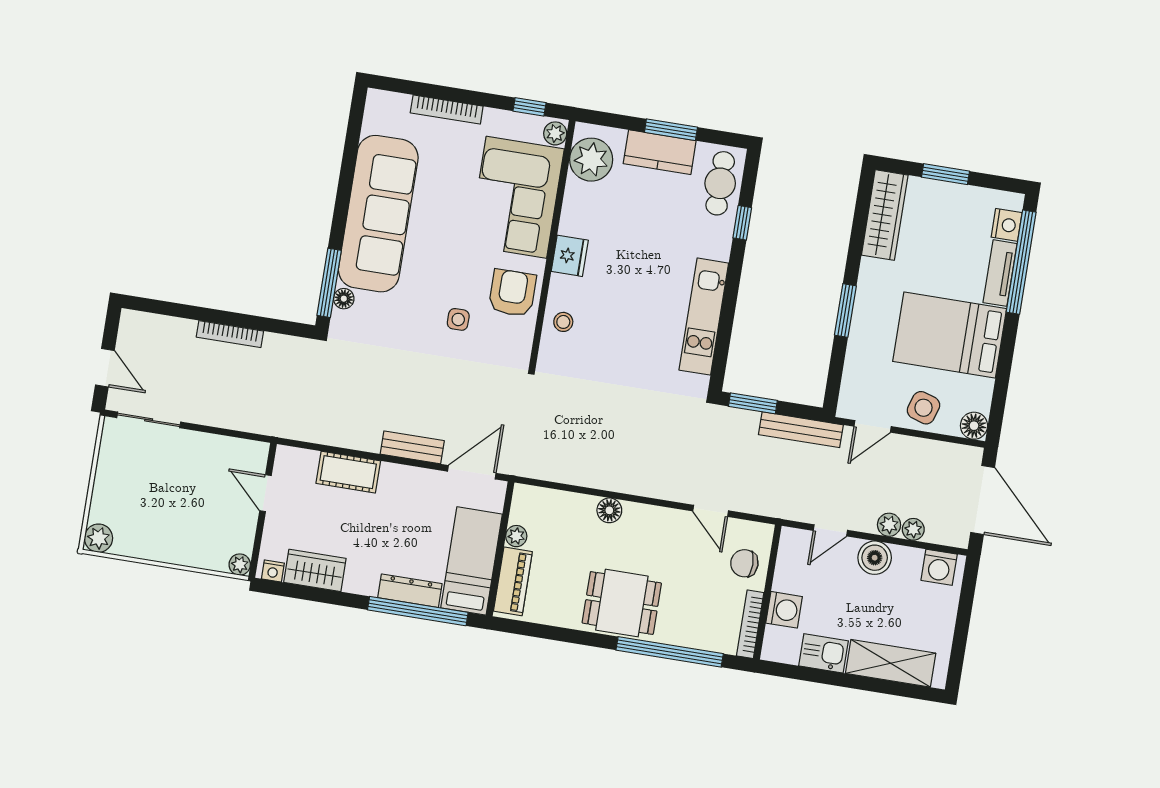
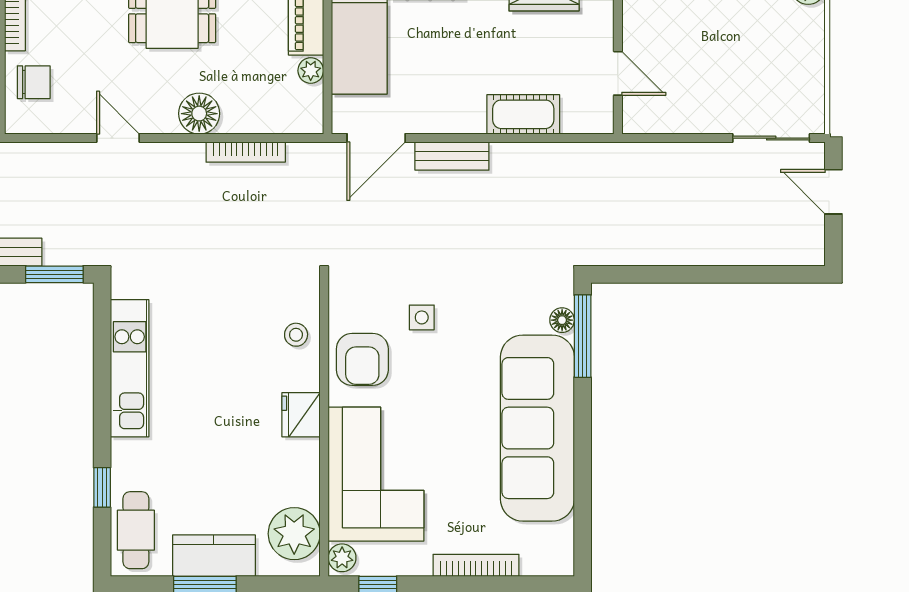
bookcase: (230, 334) -> (246, 152), moved, turned 180
floor lamp: (609, 510) -> (199, 114), width x1.38, depth x1.38
door: (711, 511) -> (118, 138), moved

